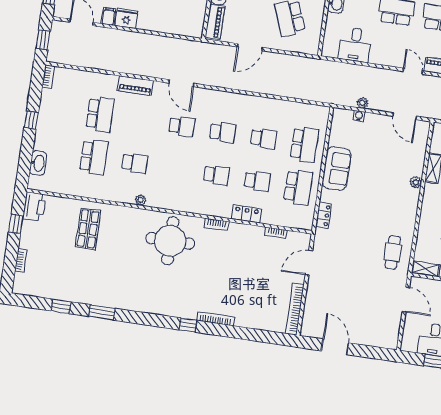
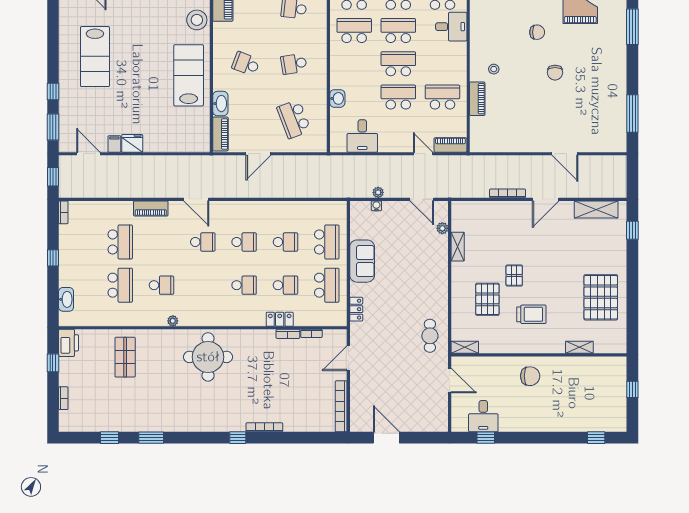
plant: (416, 182) -> (442, 228), moved
bookcase: (216, 224) -> (288, 334), moved

